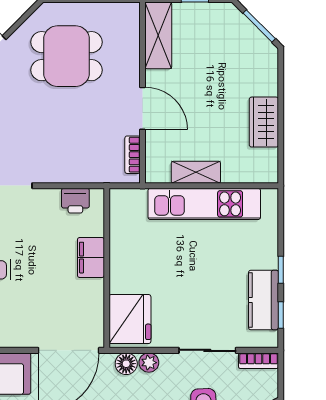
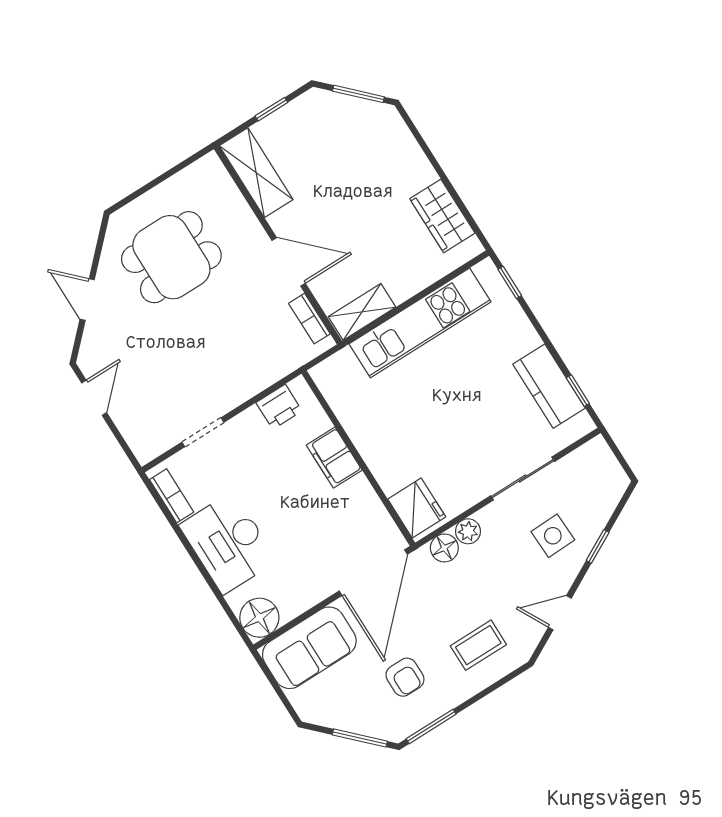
wardrobe: (264, 122) -> (442, 216), moved
shelving: (196, 172) -> (362, 312), moved
window: (281, 270) -> (510, 282), moved
fridge: (130, 319) -> (417, 508), width x0.73, depth x0.75
bookcase: (258, 361) -> (585, 455), removed

